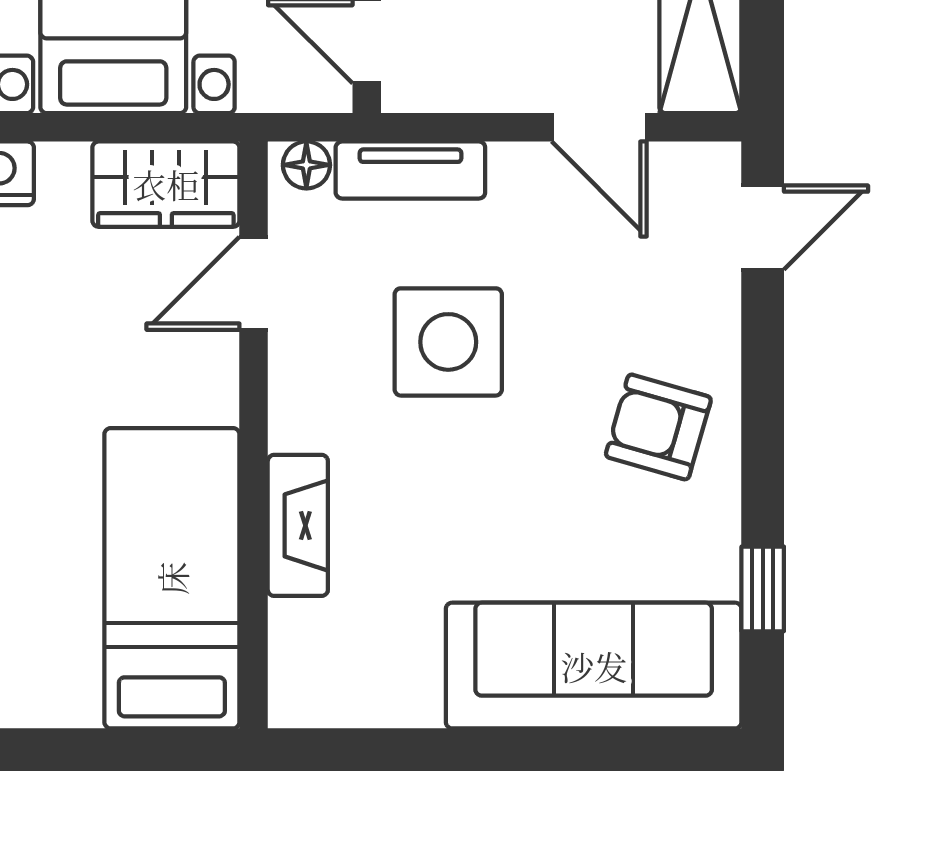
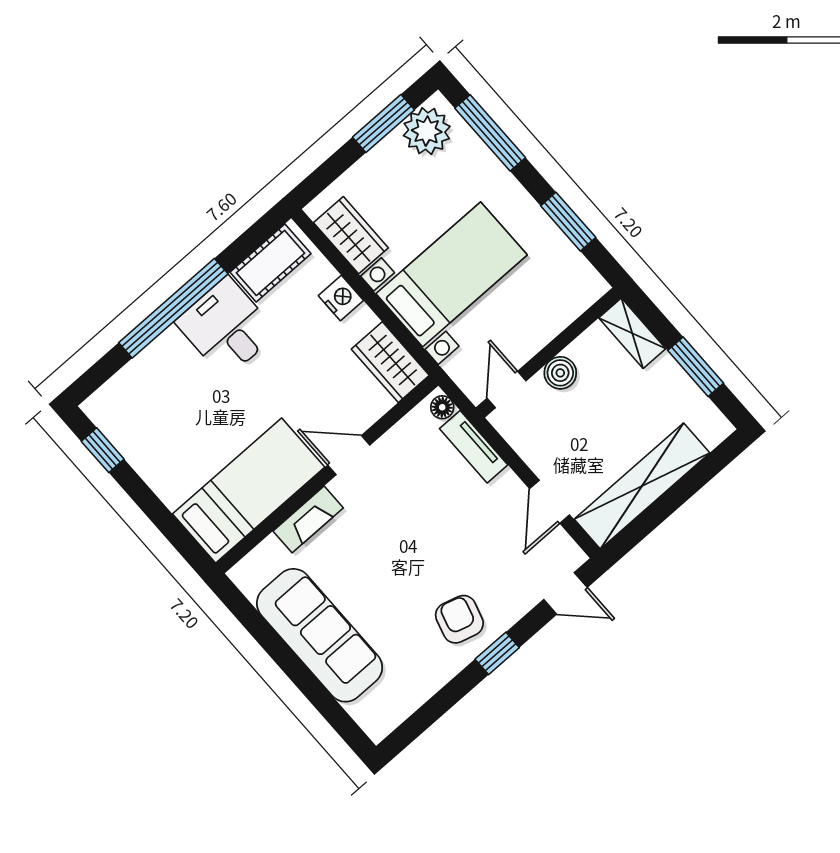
door: (254, 283) -> (349, 455), moved
side table: (448, 342) -> (423, 515), removed
window: (763, 589) -> (497, 653), moved
sofa: (594, 666) -> (320, 635), moved

